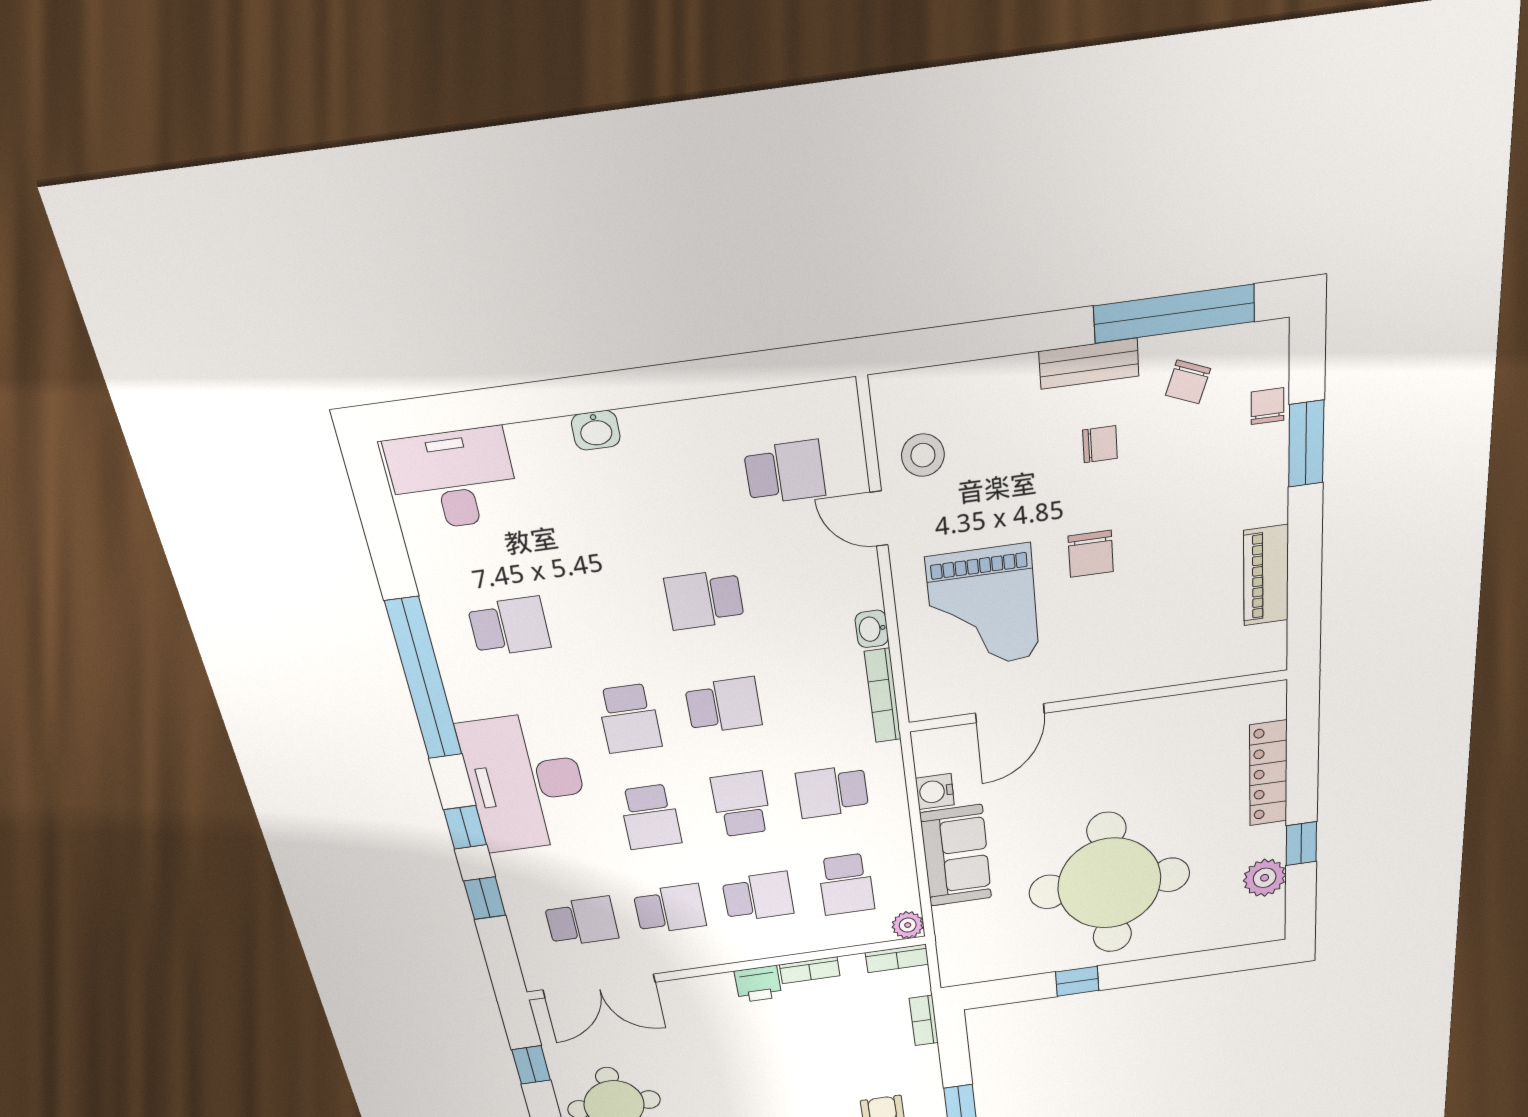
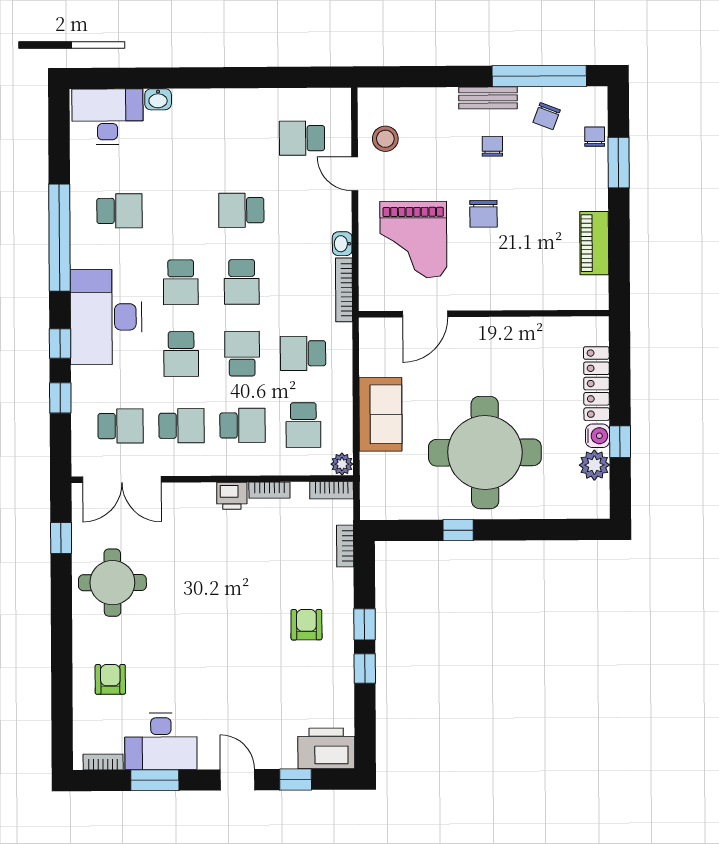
washbasin: (596, 430) -> (158, 99), moved
chair: (1100, 444) -> (492, 146), turned -90
school desk: (785, 472) -> (302, 138), turned 180
school desk: (724, 705) -> (242, 282), turned 90
water cooler: (935, 791) -> (597, 436), moved, turned 180

